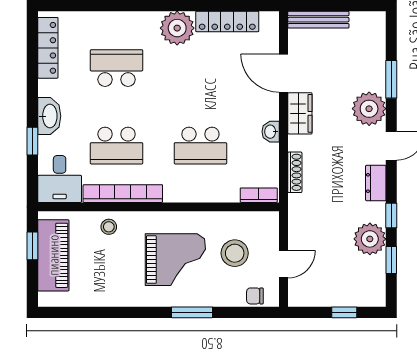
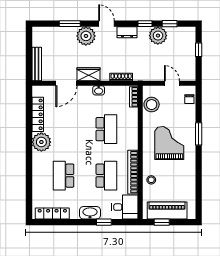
stool: (235, 253) -> (152, 105), moved

